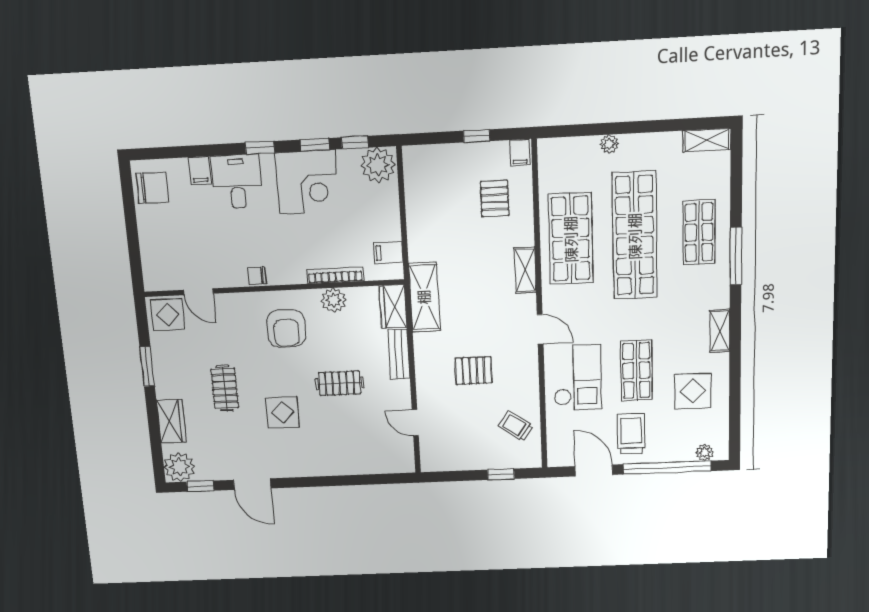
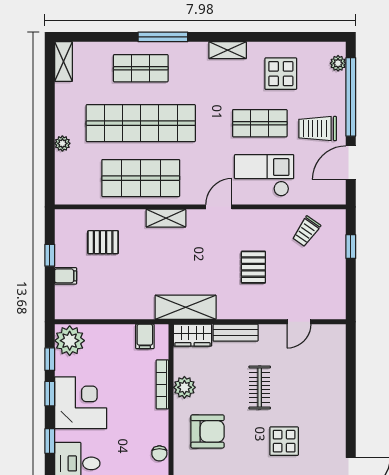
filing cabinet: (520, 153) -> (66, 276), moved

